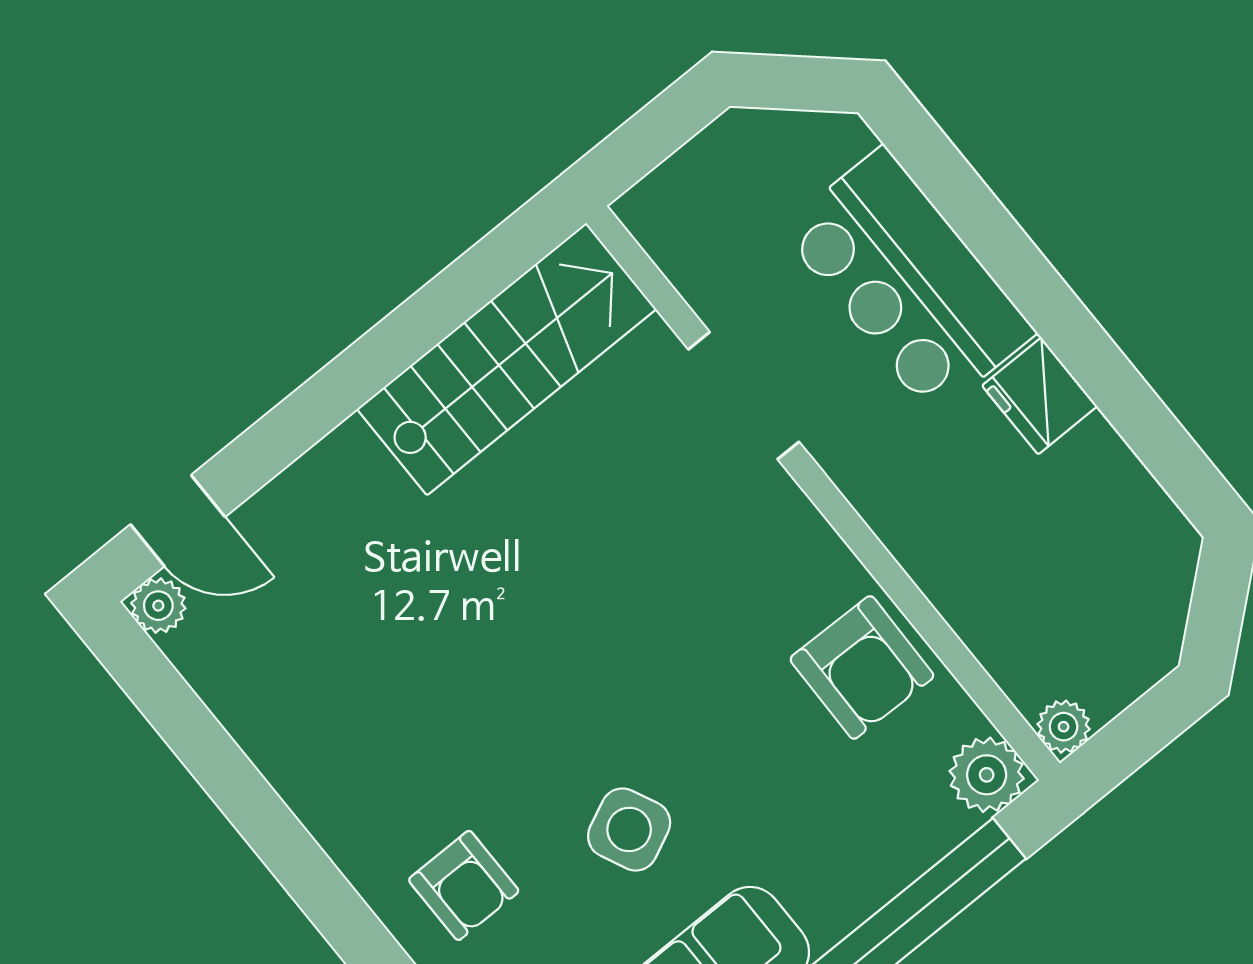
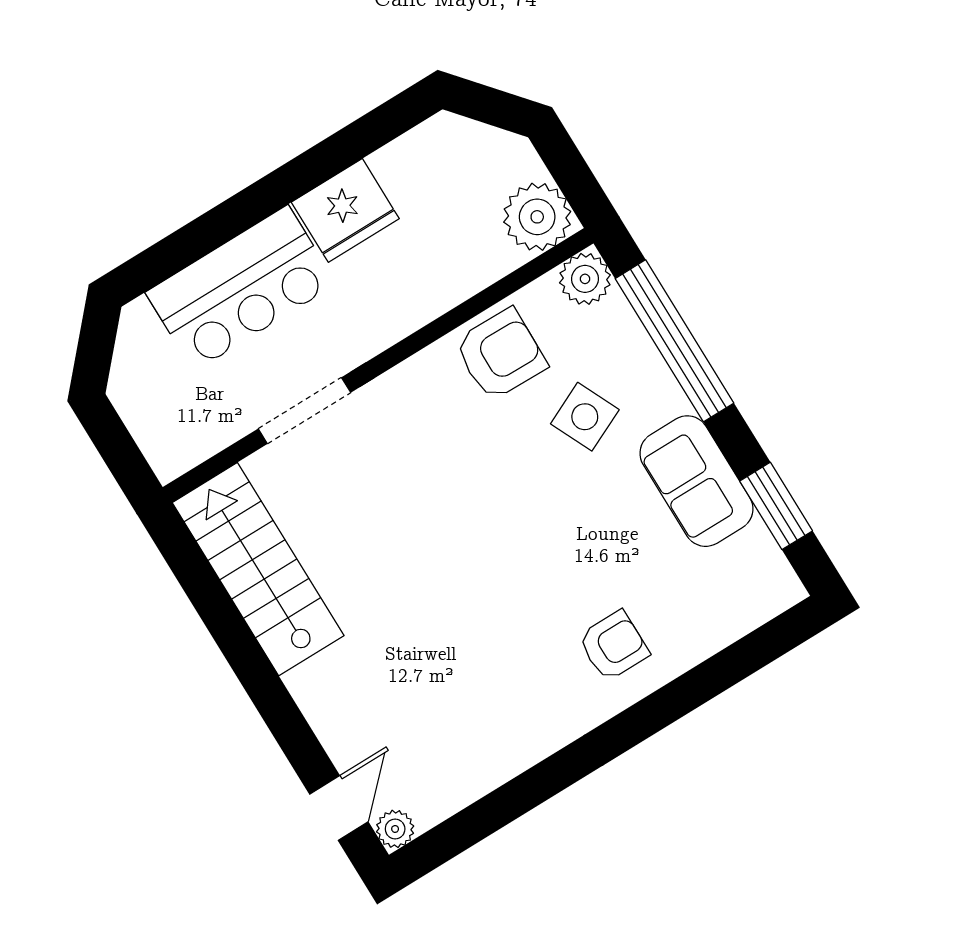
fridge: (1040, 396) -> (345, 210), width x1.36, depth x1.34
plant: (1064, 727) -> (537, 217), width x1.87, depth x1.87
side table: (629, 829) -> (585, 417), moved

